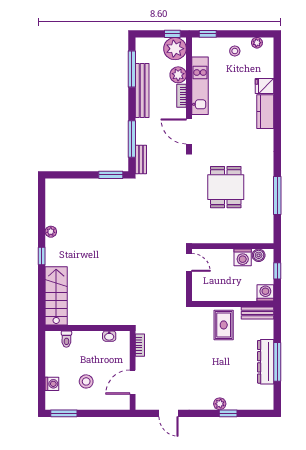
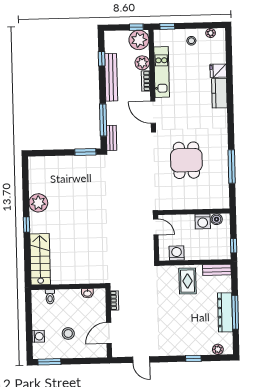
window: (132, 69) -> (102, 59), width x0.46
plant: (51, 232) -> (38, 203), width x1.88, depth x1.88
window: (277, 271) -> (234, 246), moved
washing machine: (265, 293) -> (177, 253), moved
plant: (220, 404) -> (218, 349), moved

